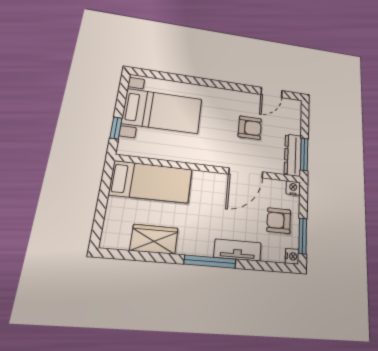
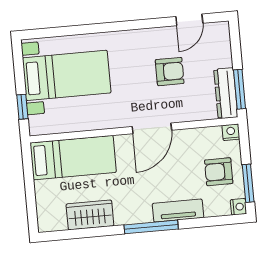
door: (246, 173) -> (152, 128), moved

